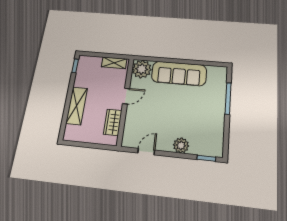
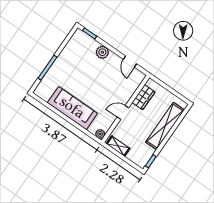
plant: (142, 69) -> (100, 134), width x0.53, depth x0.53
shelving: (77, 106) -> (165, 126), width x1.47
door: (146, 152) -> (130, 62), hinge flipped

